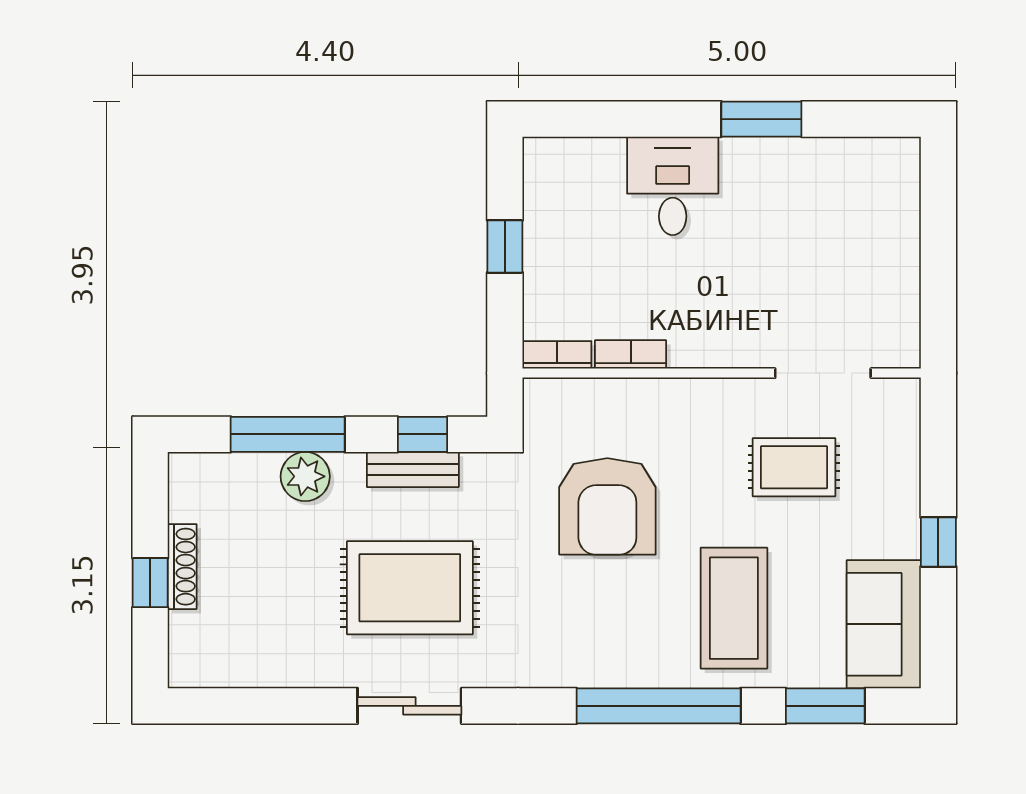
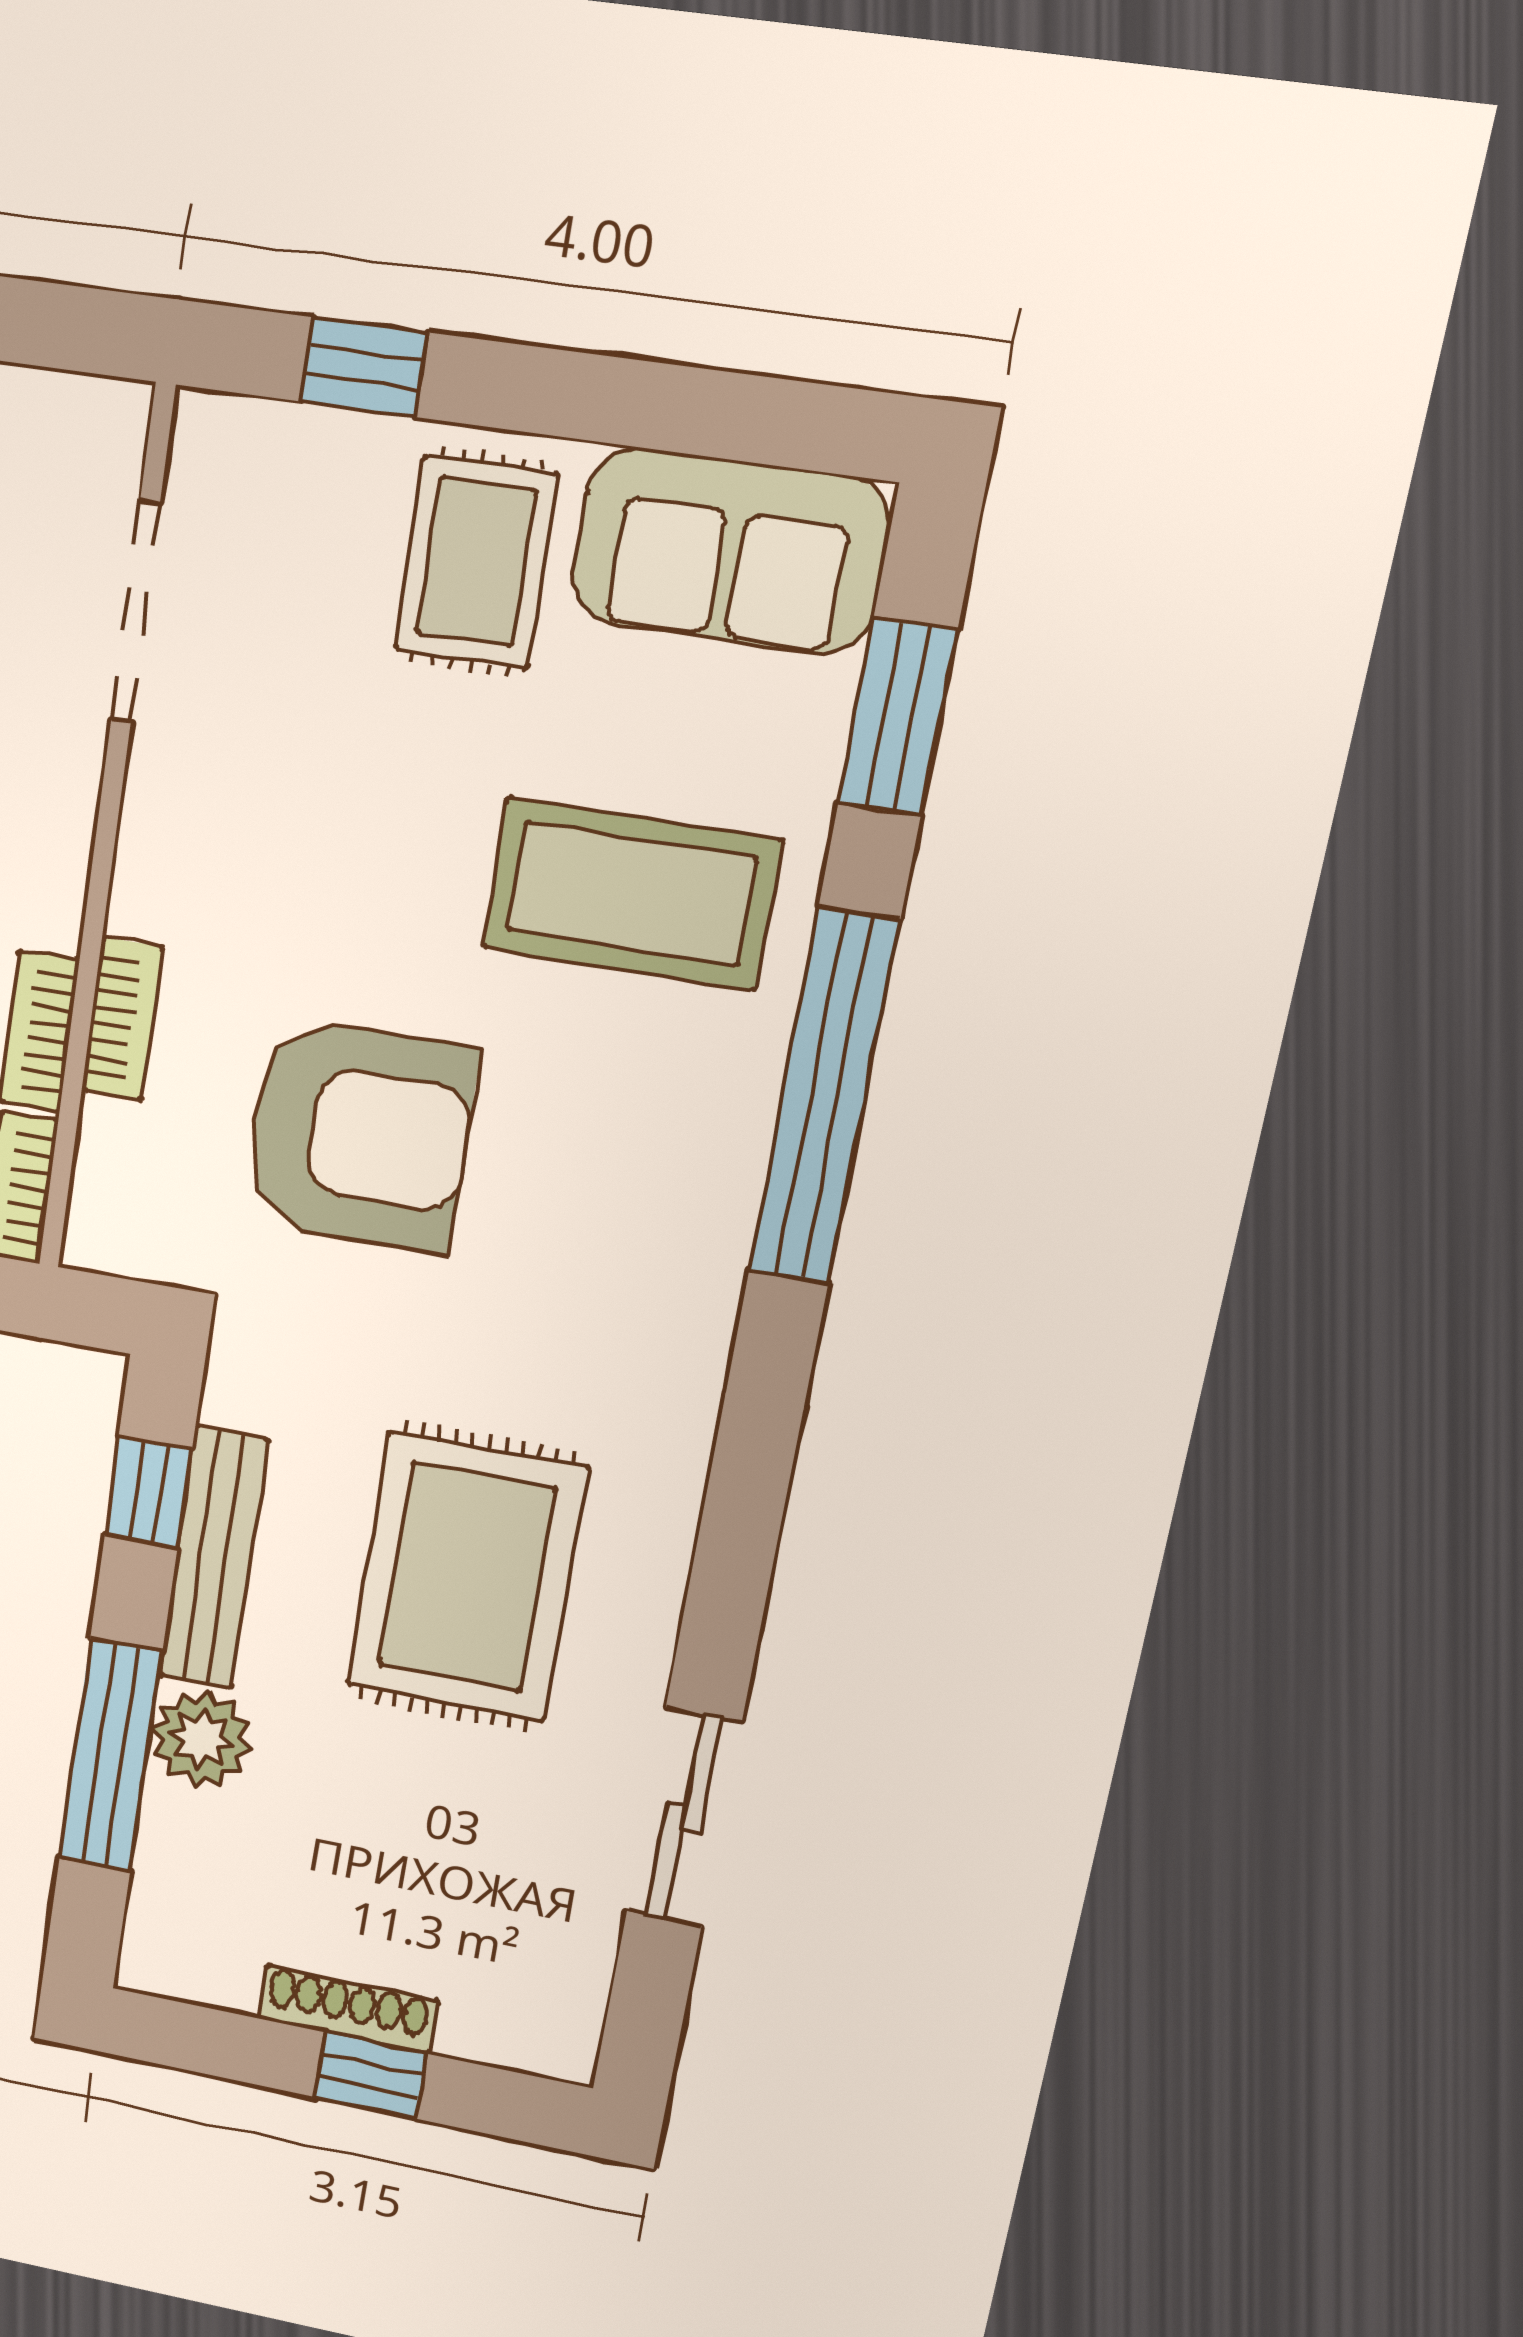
bookcase: (643, 392) -> (122, 1019), added
rug: (794, 467) -> (476, 562), moved
bench: (413, 469) -> (213, 1558), width x1.36
window: (938, 542) -> (364, 367), moved
sliding door: (409, 706) -> (684, 1817), moved

